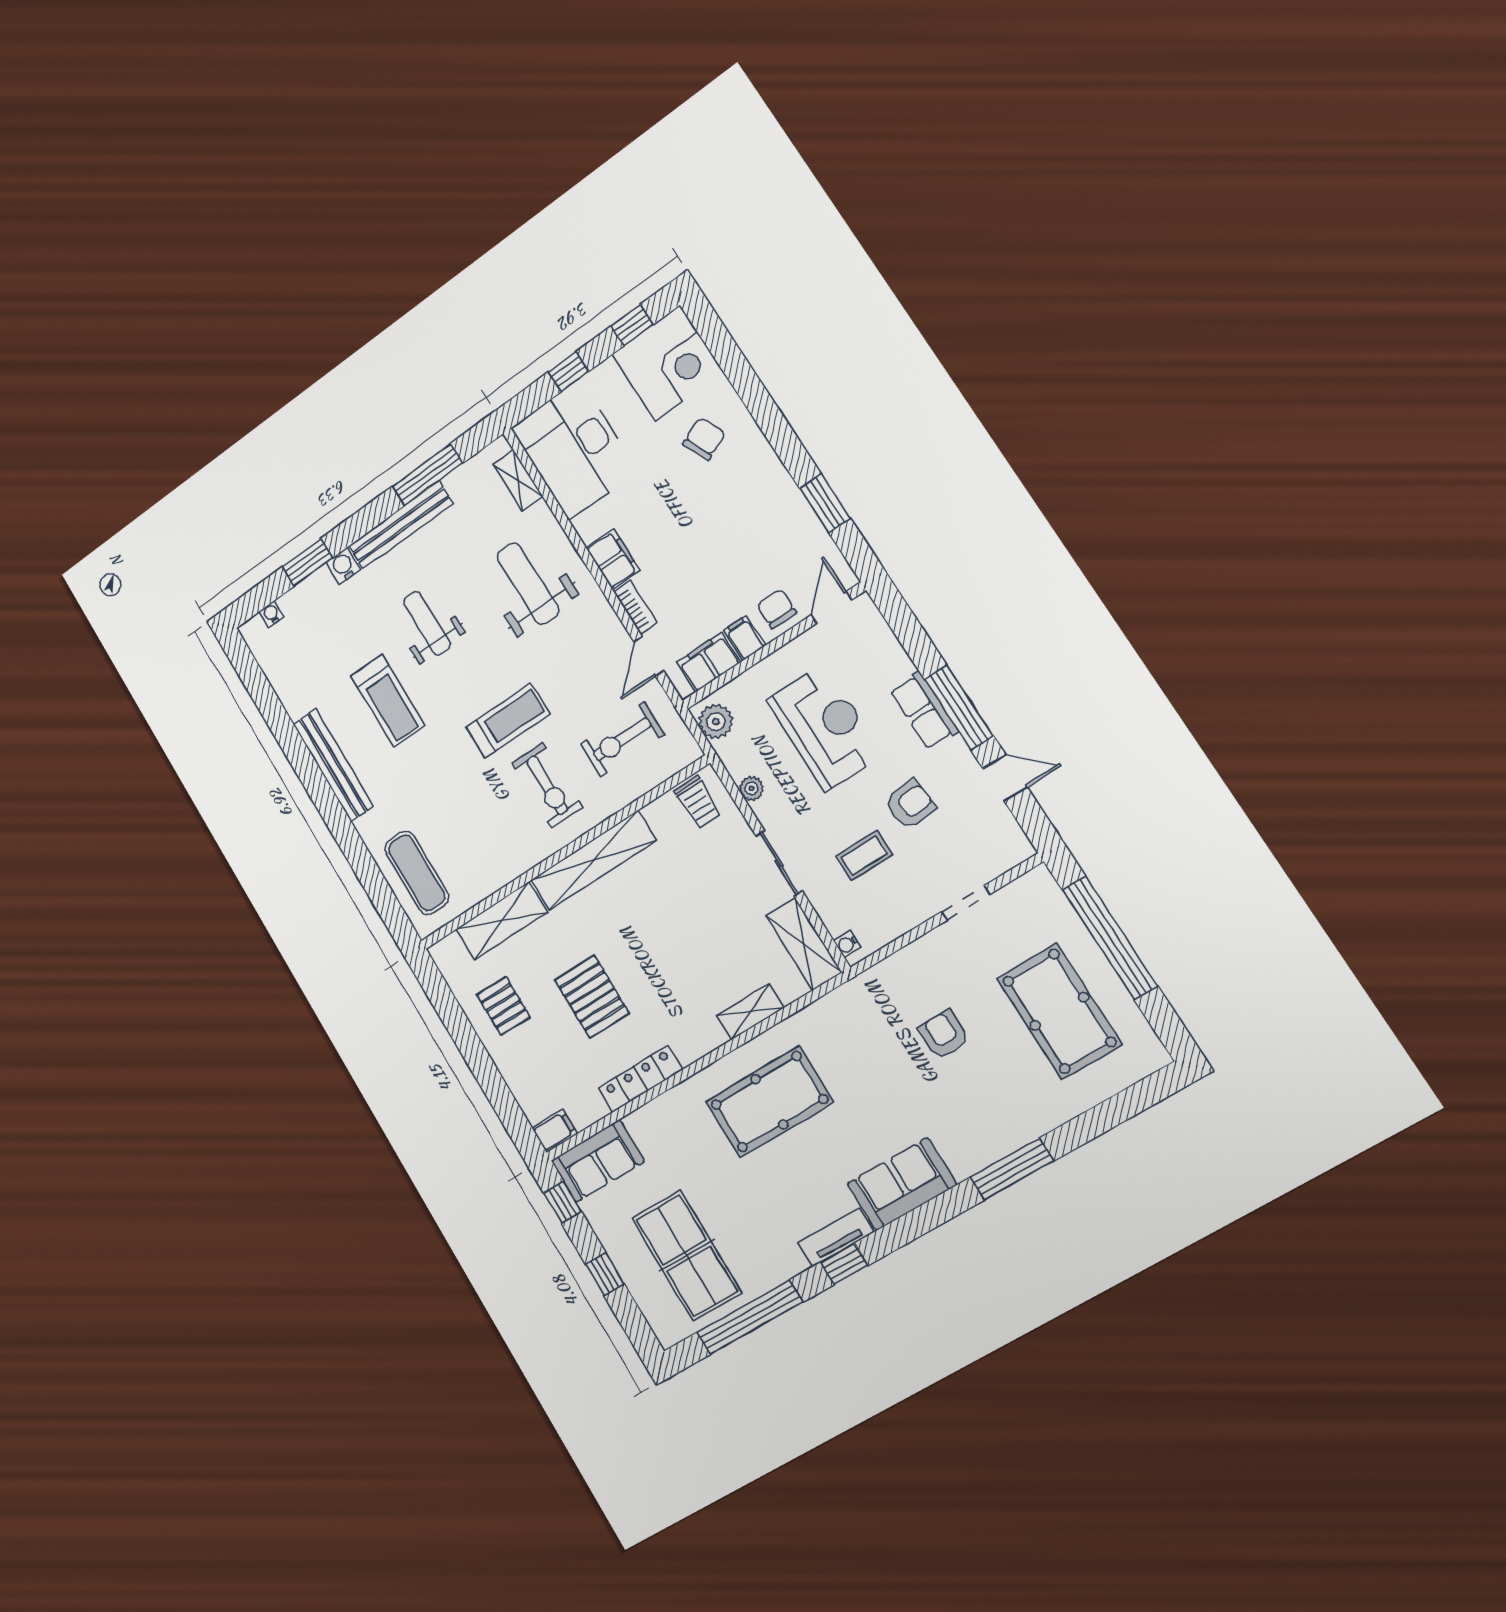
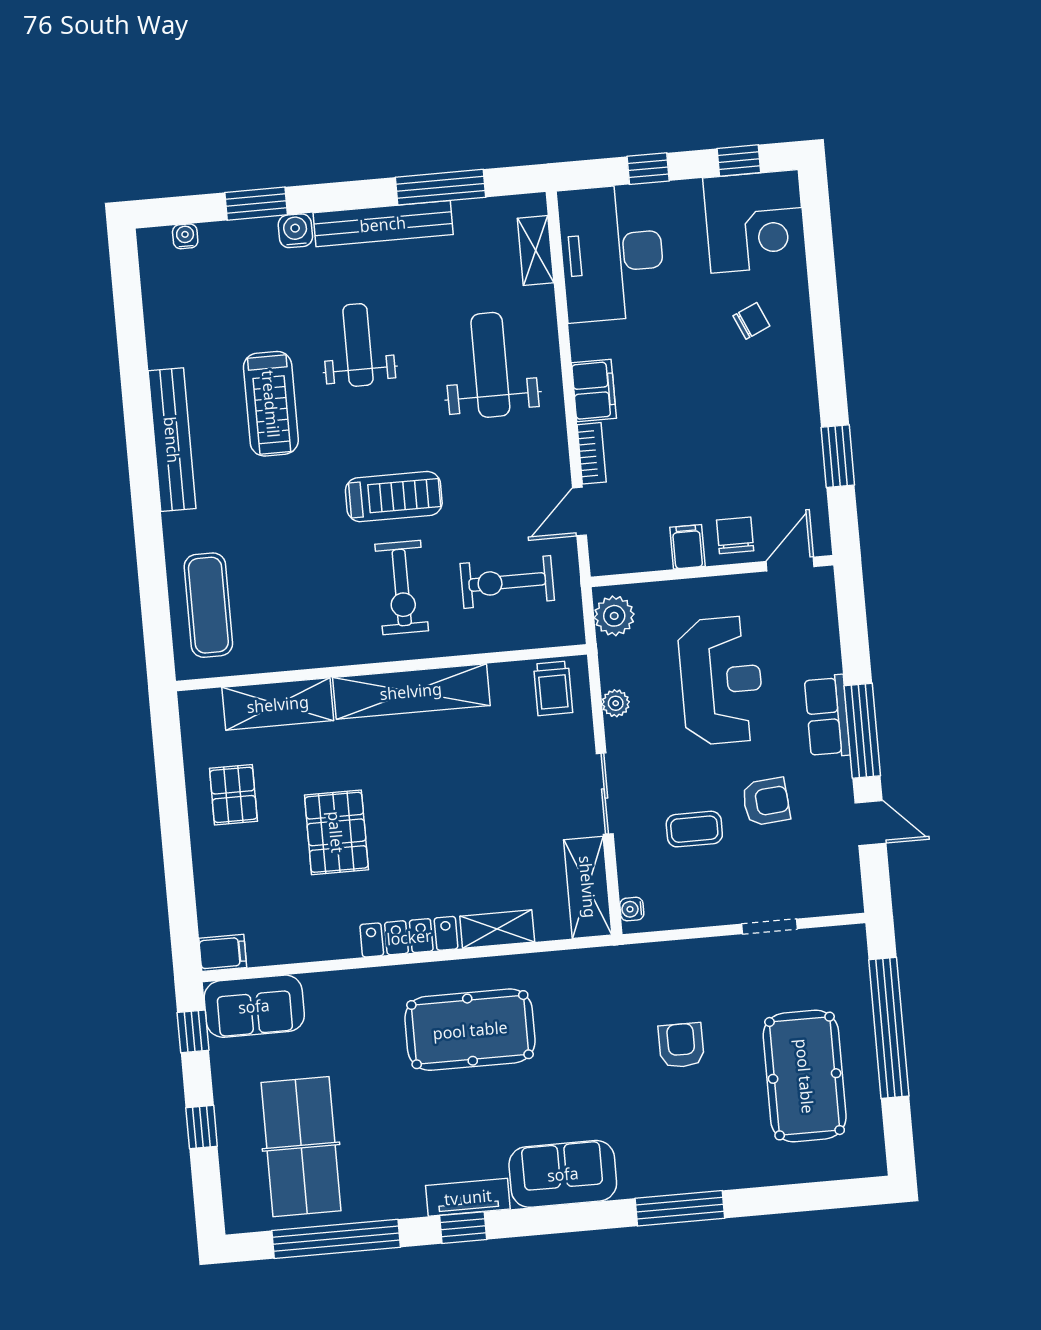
chair: (704, 439) -> (751, 321), width x0.73, depth x0.73
filing cabinet: (708, 662) -> (638, 552), removed
locker: (641, 1079) -> (409, 937), moved

